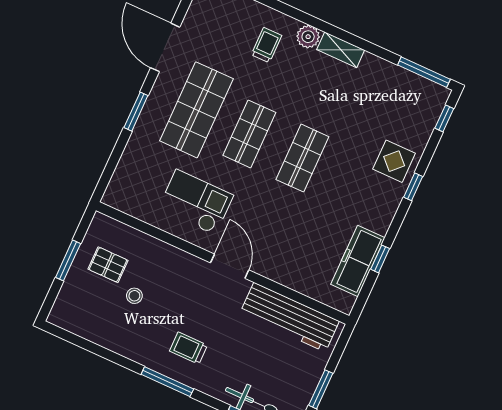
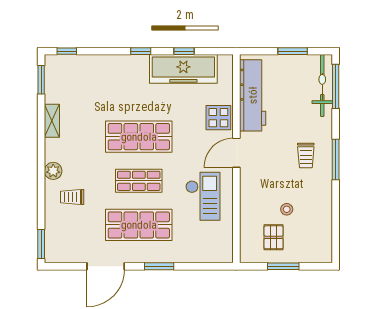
shelving: (341, 50) -> (52, 121), moved
window: (424, 72) -> (41, 80), width x0.69
shop shelf: (302, 158) -> (139, 137), width x1.43, depth x1.36
display table: (394, 161) -> (218, 118), moved
window: (413, 187) -> (141, 51), moved
checkout: (196, 202) -> (203, 196), turned 180
freezer: (358, 261) -> (183, 69), width x1.36, depth x1.26

